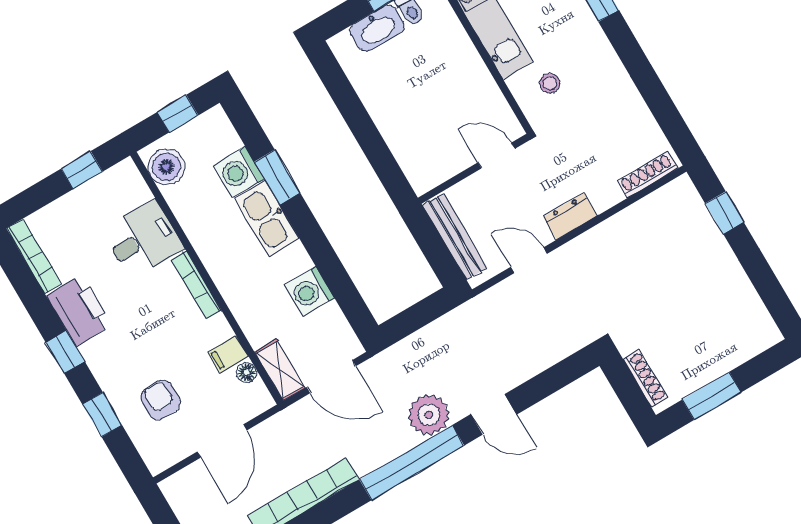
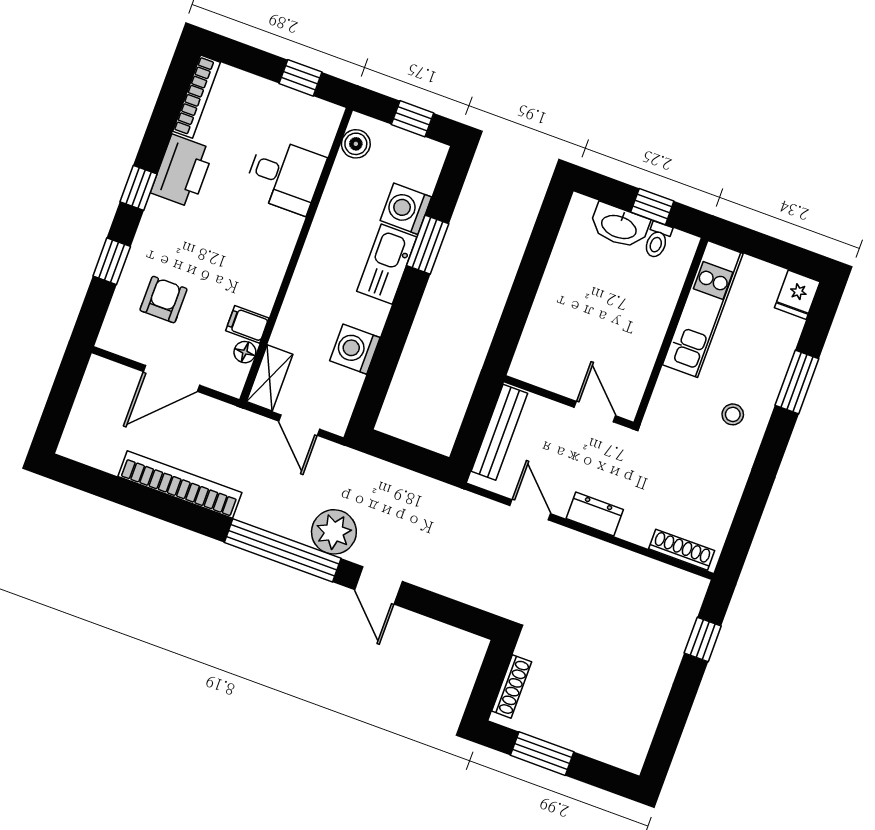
stool: (550, 83) -> (733, 414), moved
boiler: (166, 167) -> (356, 144), width x0.73, depth x0.73
bookcase: (196, 285) -> (283, 251), removed
door: (331, 377) -> (299, 425), width x0.73

